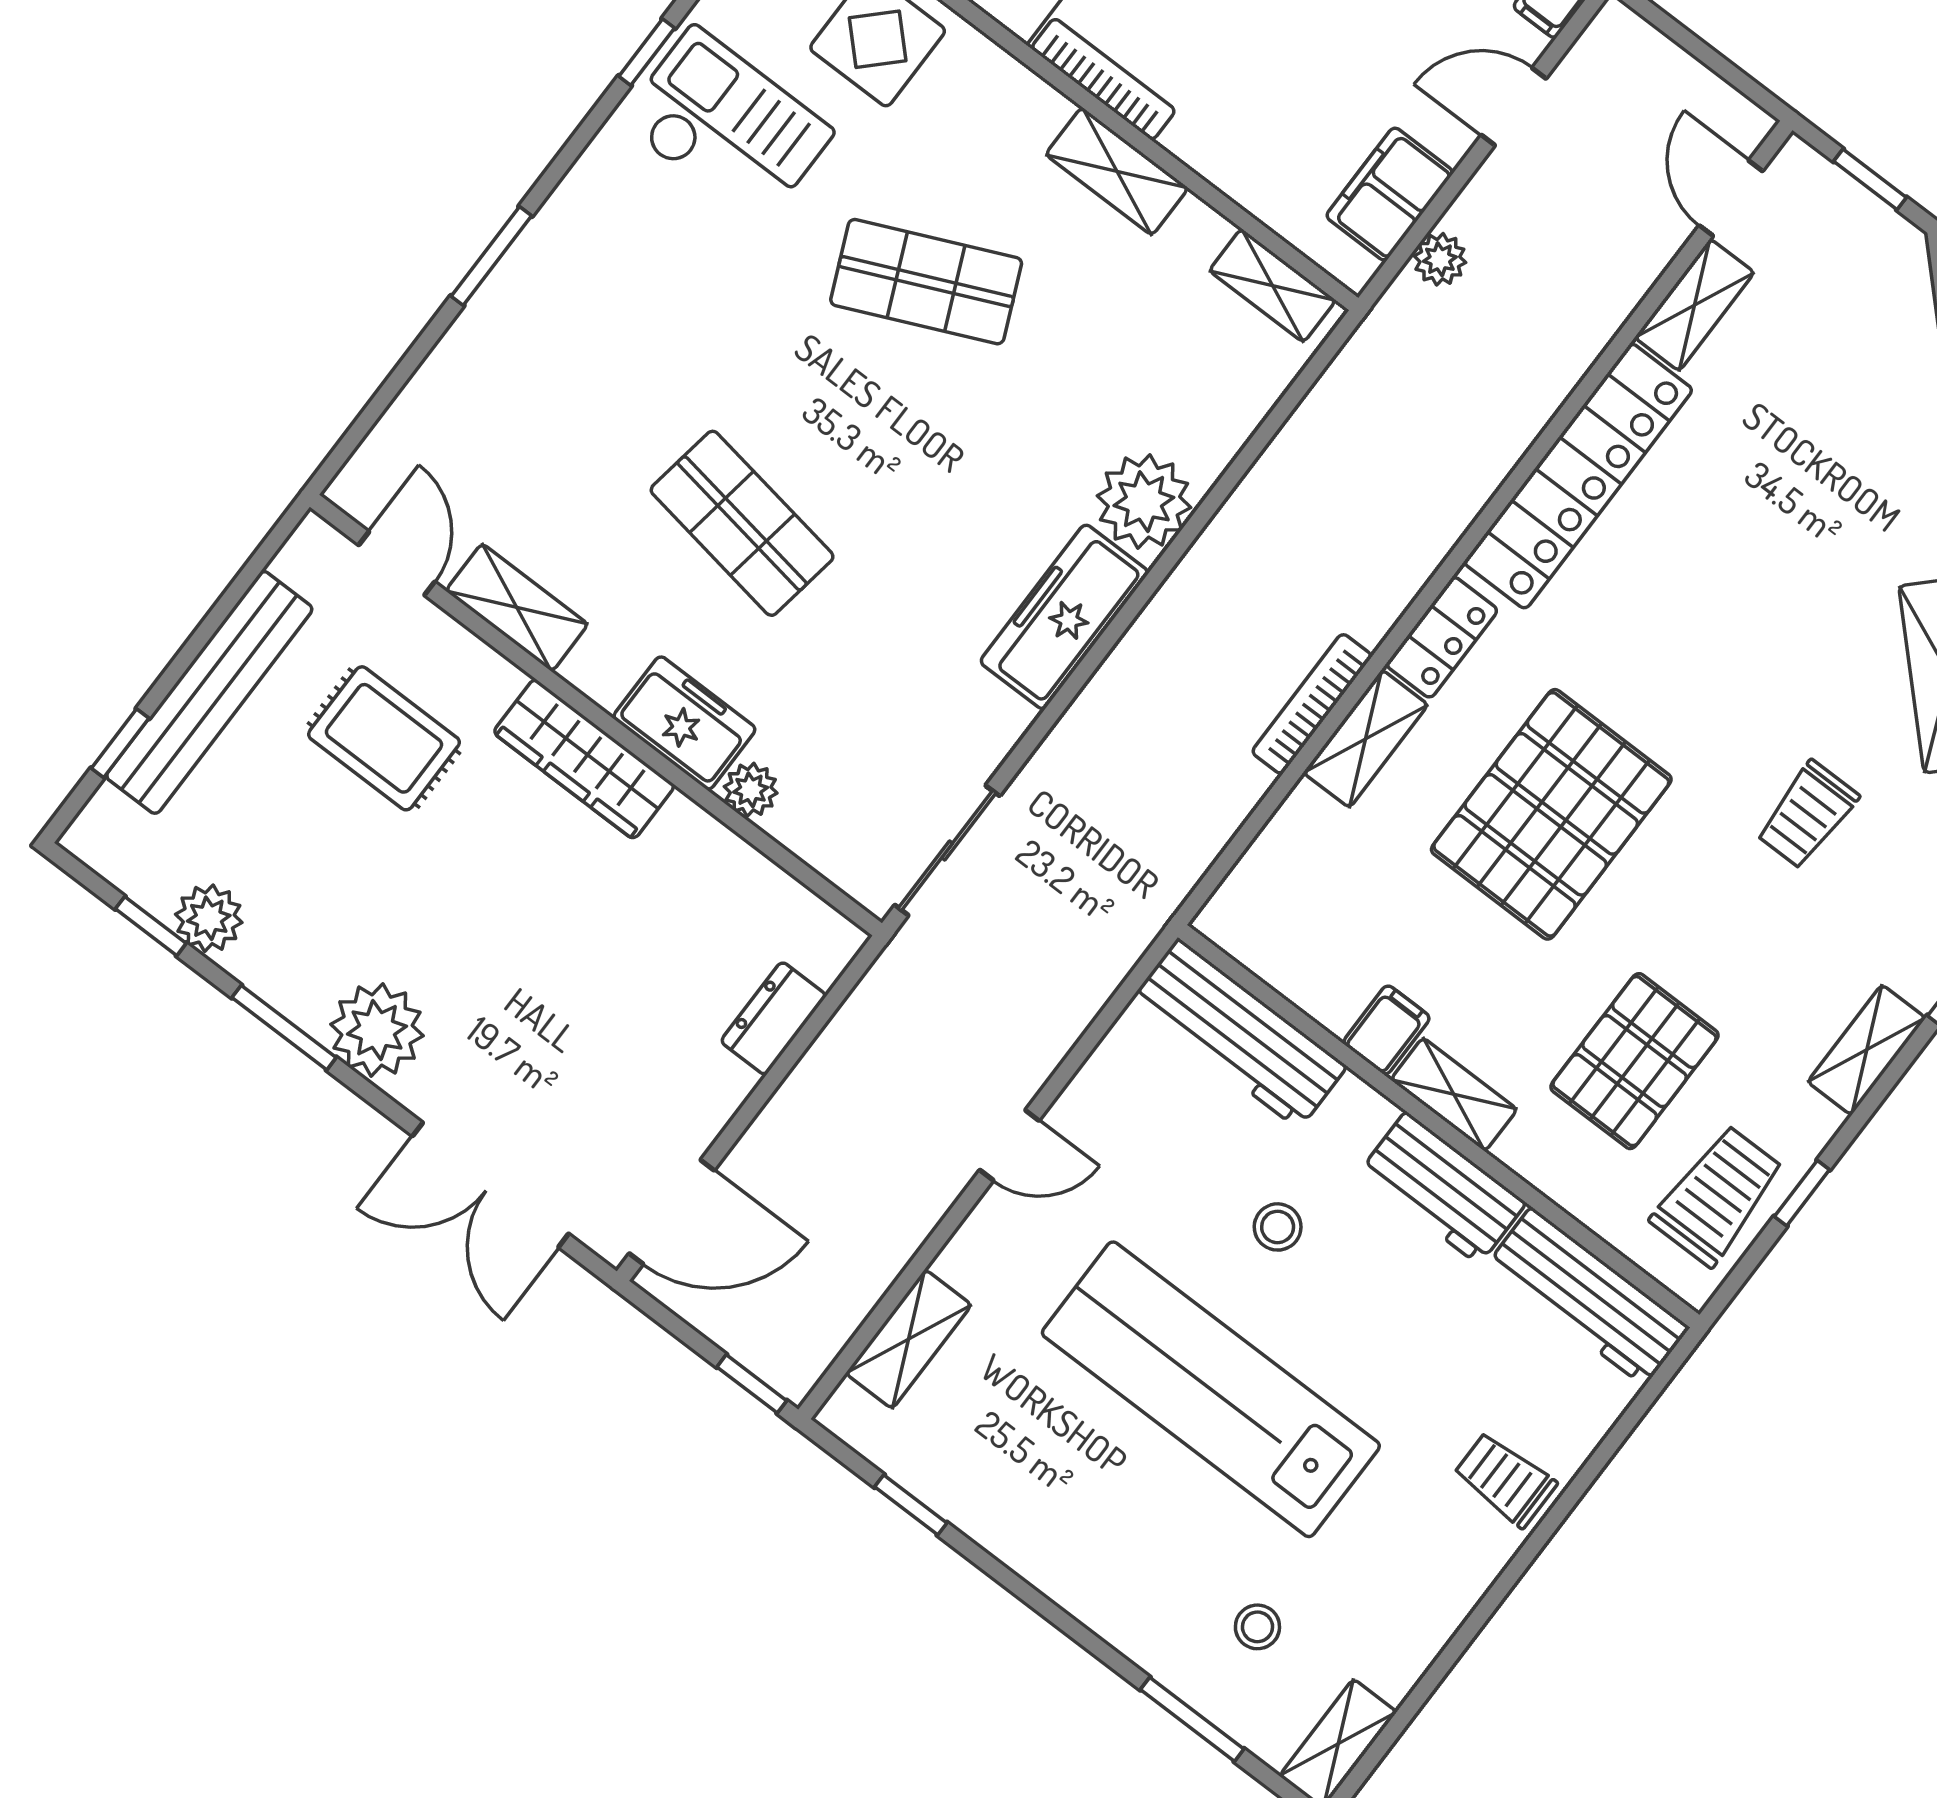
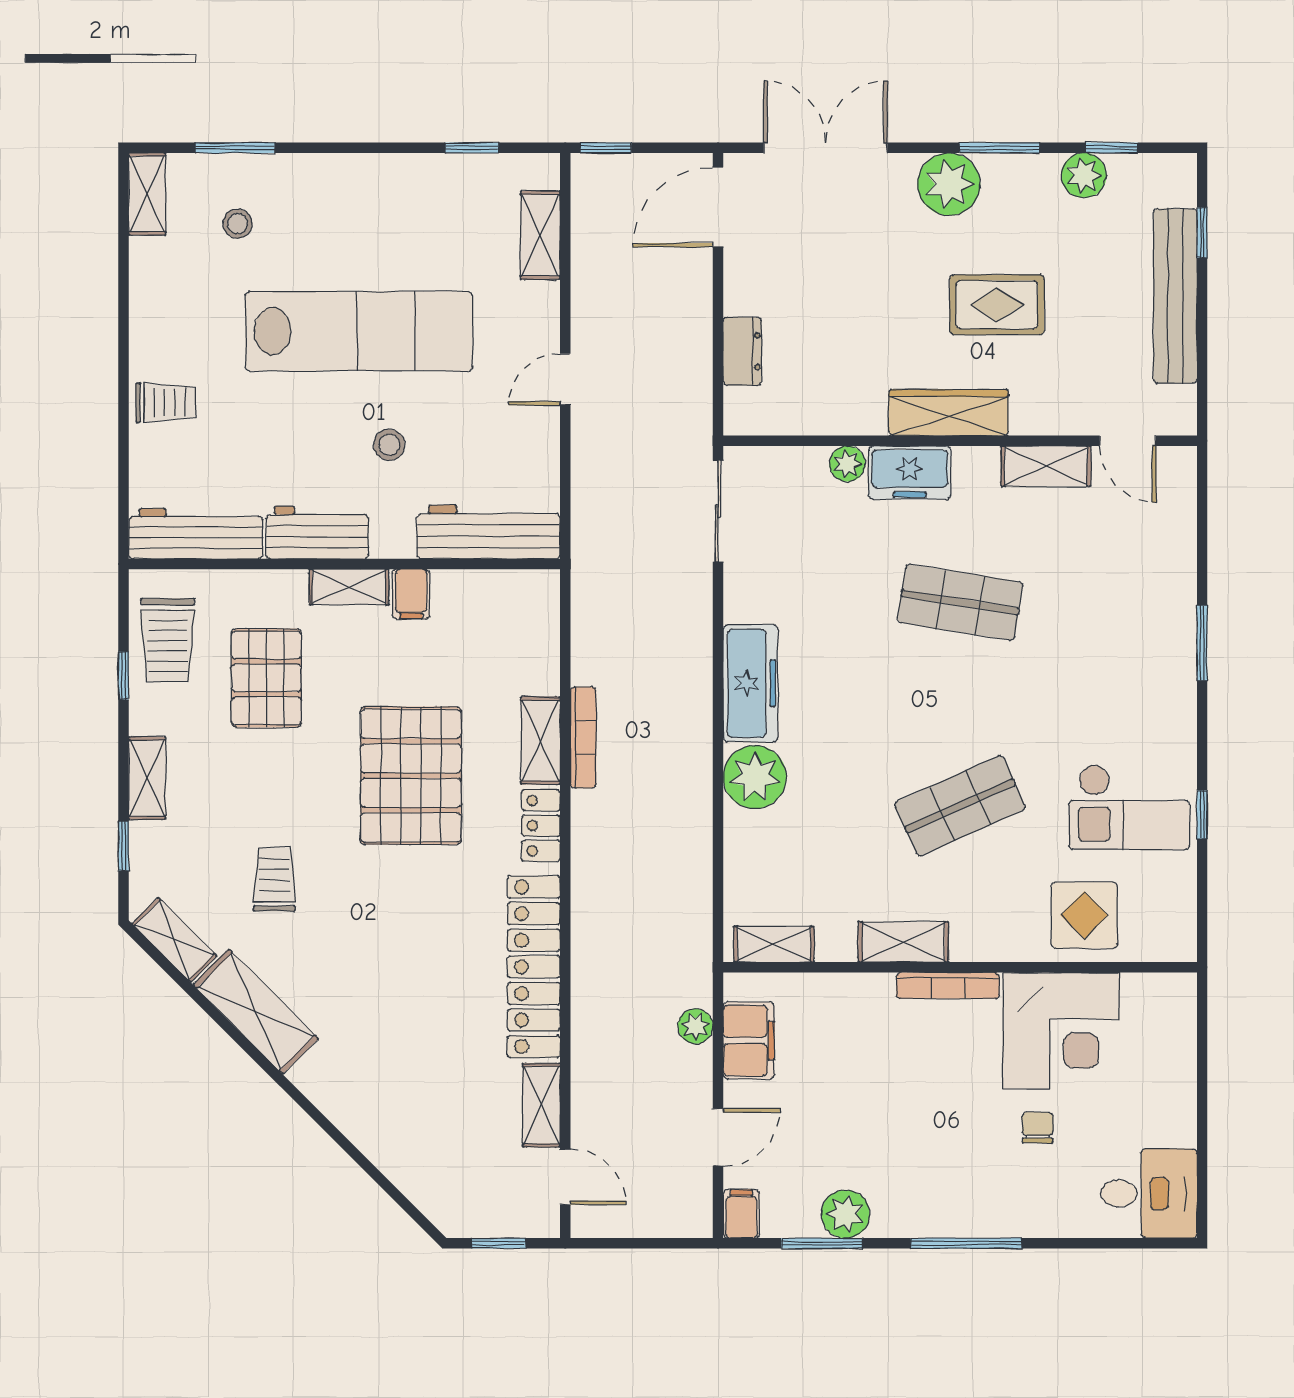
rug: (384, 738) -> (997, 305), moved

